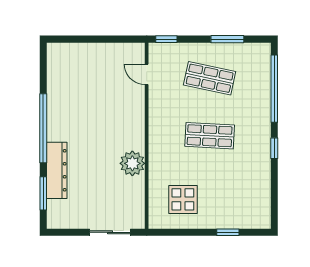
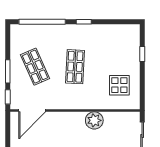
window: (227, 39) -> (8, 71), moved
door: (147, 74) -> (32, 110), width x1.88
shop shelf: (210, 78) -> (35, 67), turned -36

